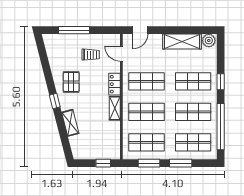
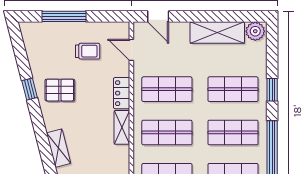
door: (140, 30) -> (158, 16), hinge flipped
pallet: (71, 82) -> (60, 90), turned 90
window: (55, 101) -> (30, 89), moved

